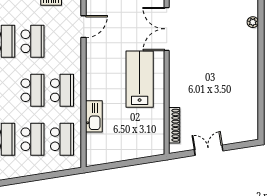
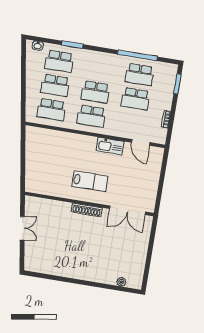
double door: (167, 29) -> (127, 210), swing flipped
lab bench: (140, 79) -> (90, 181), width x0.73, depth x0.72
kitchen sink: (94, 116) -> (110, 146), moved
shoe rack: (174, 125) -> (87, 210), moved

